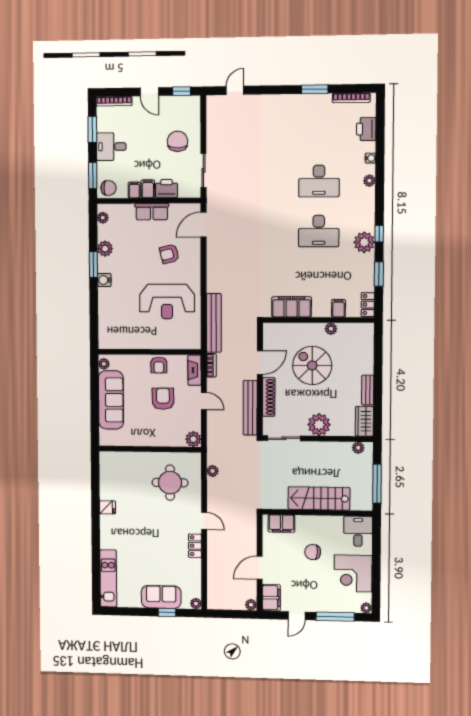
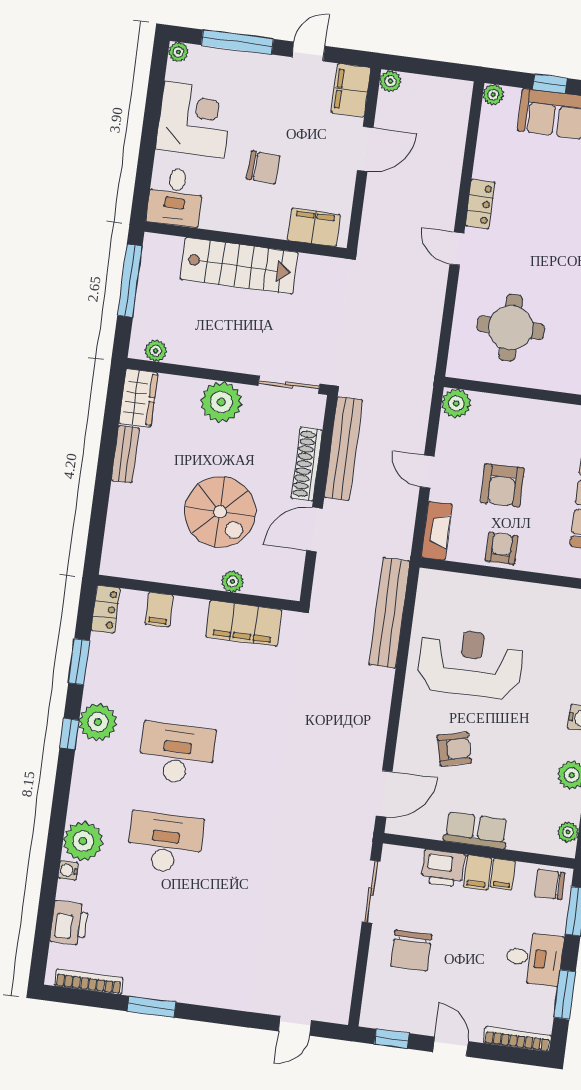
plant: (369, 181) -> (83, 841), width x1.88, depth x1.88
plant: (331, 329) -> (233, 581), moved
bookcase: (211, 365) -> (404, 536), removed
plant: (213, 471) -> (429, 340), removed

